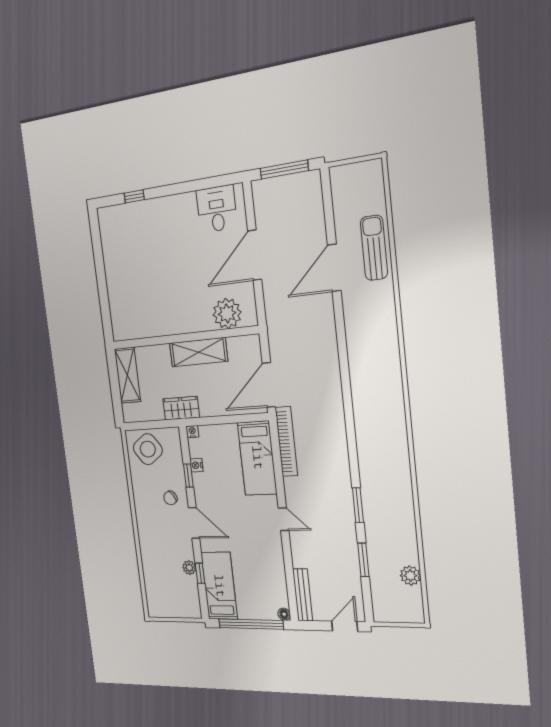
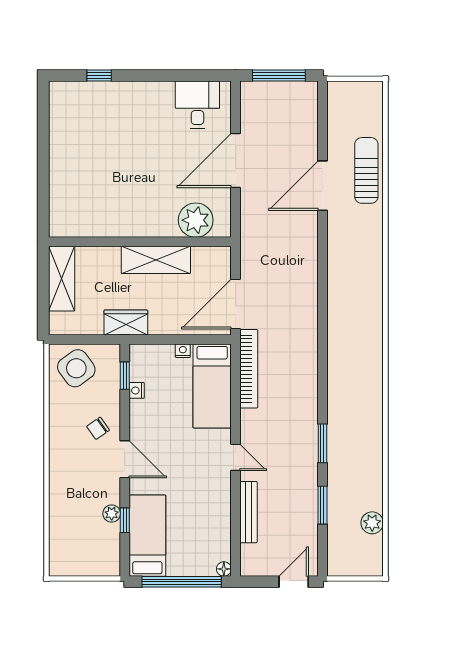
nightstand: (192, 432) -> (183, 351), moved
window: (188, 476) -> (125, 376), moved
bench: (303, 595) -> (248, 512), moved

